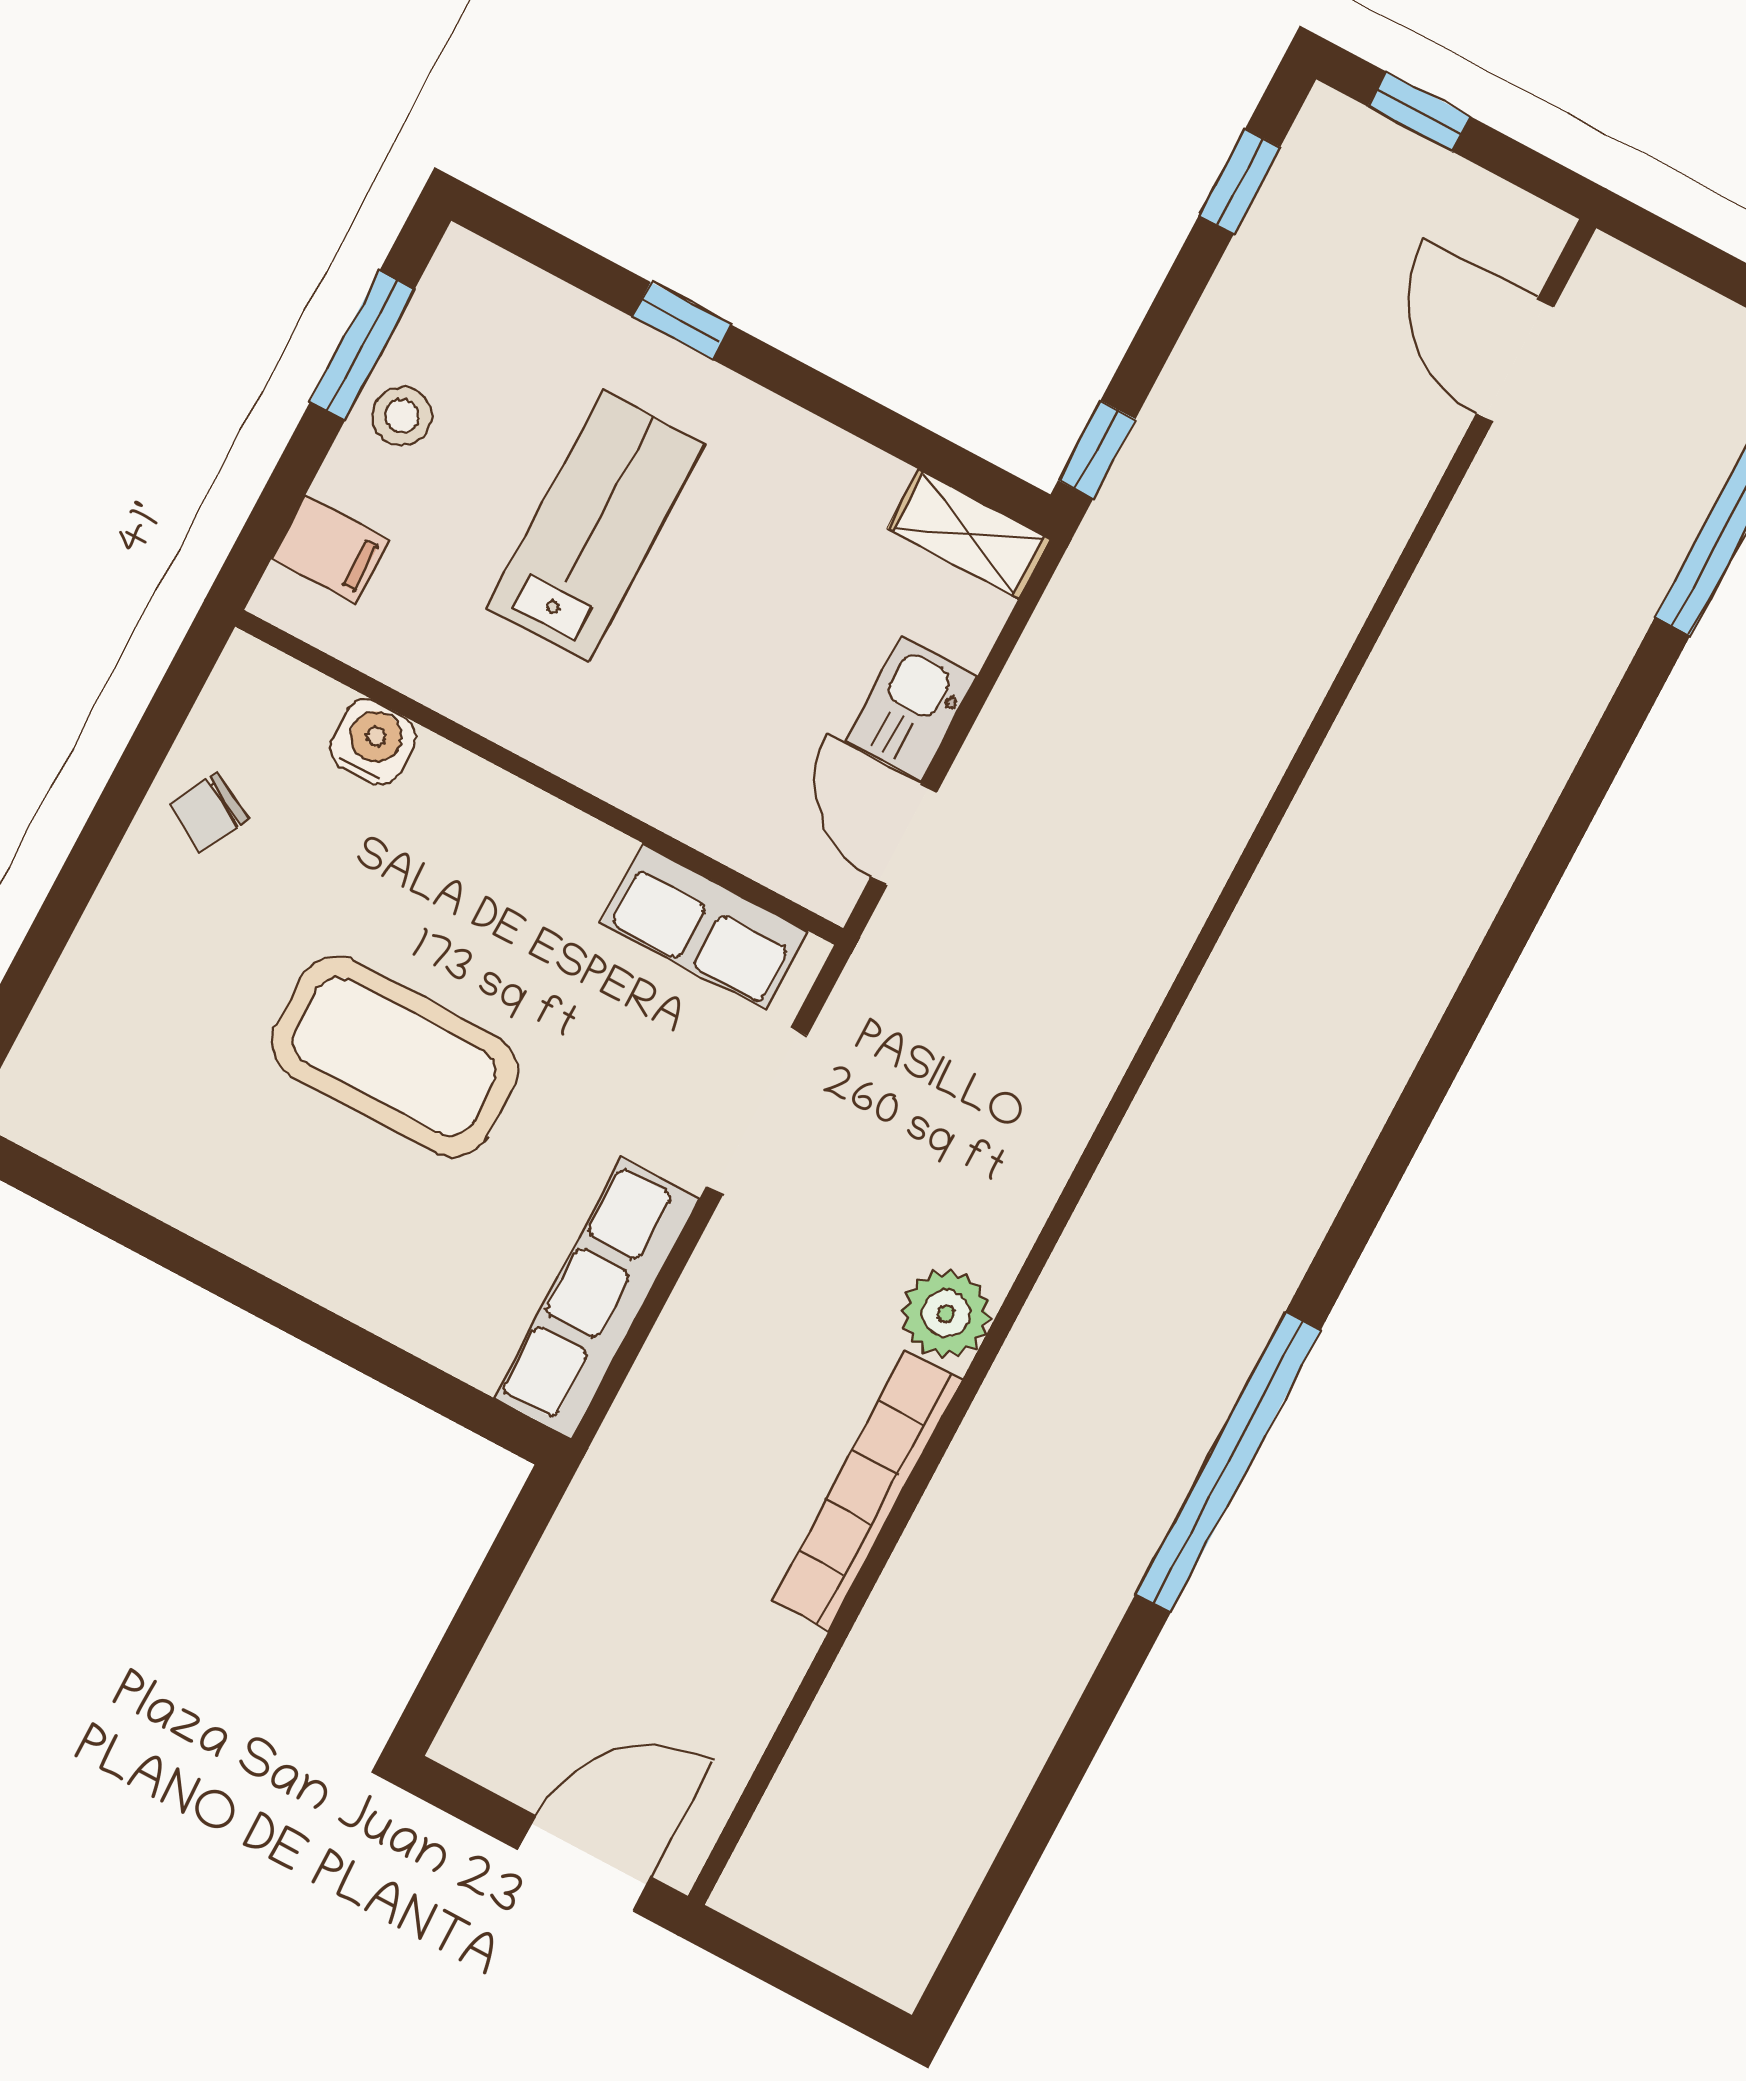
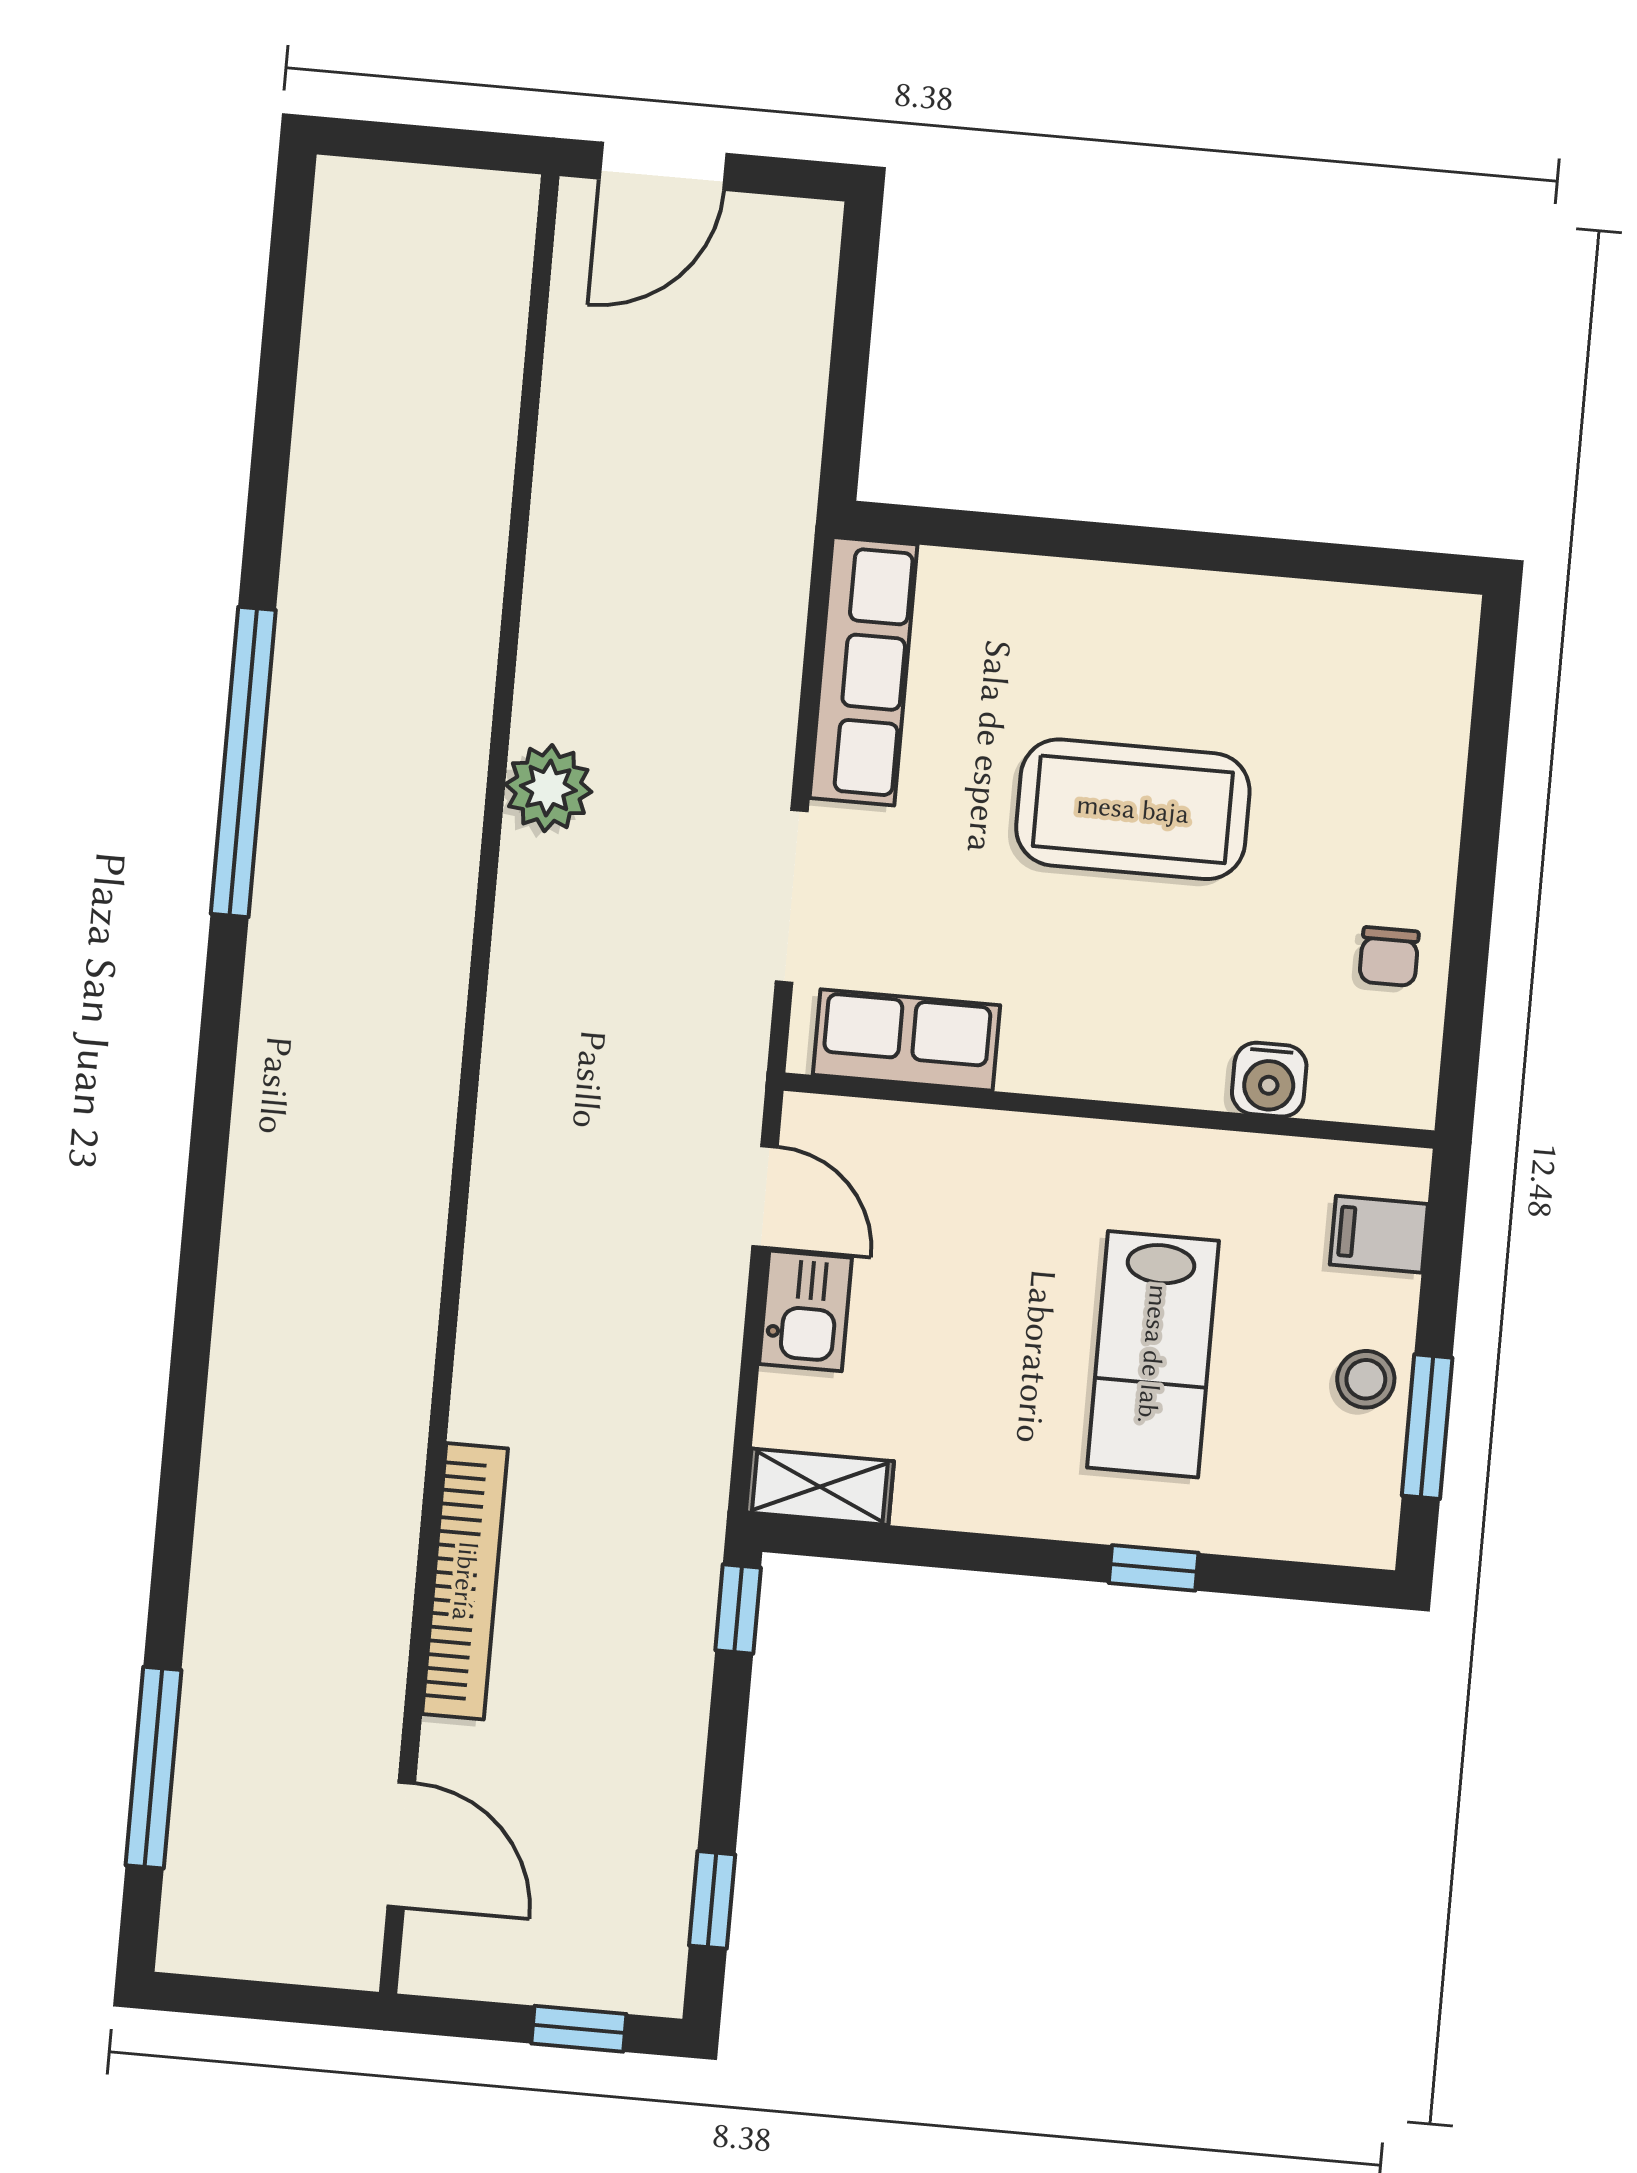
chair: (209, 812) -> (1389, 957), turned 151
bookcase: (867, 1490) -> (465, 1581), moved

